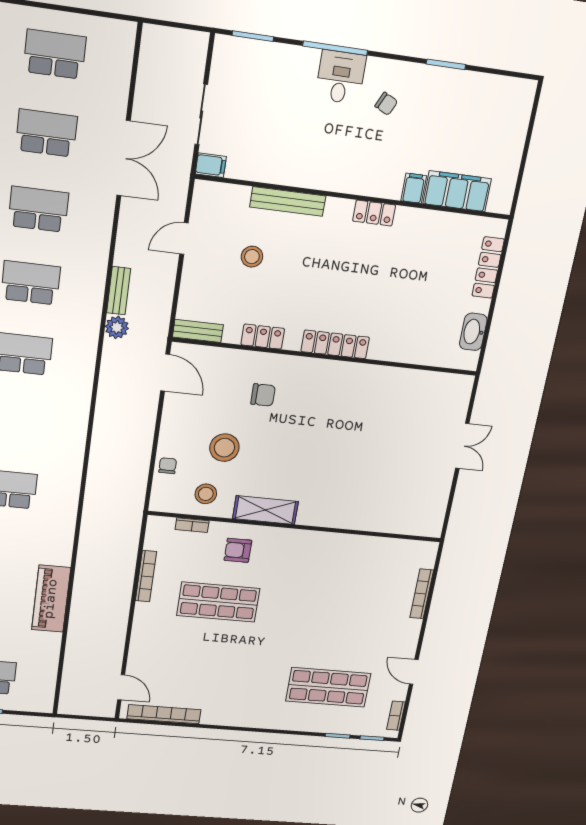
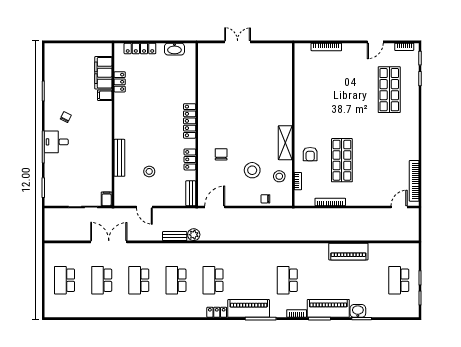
locker: (374, 213) -> (120, 82), moved

